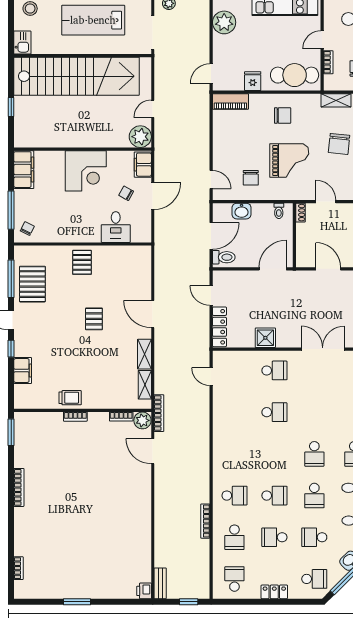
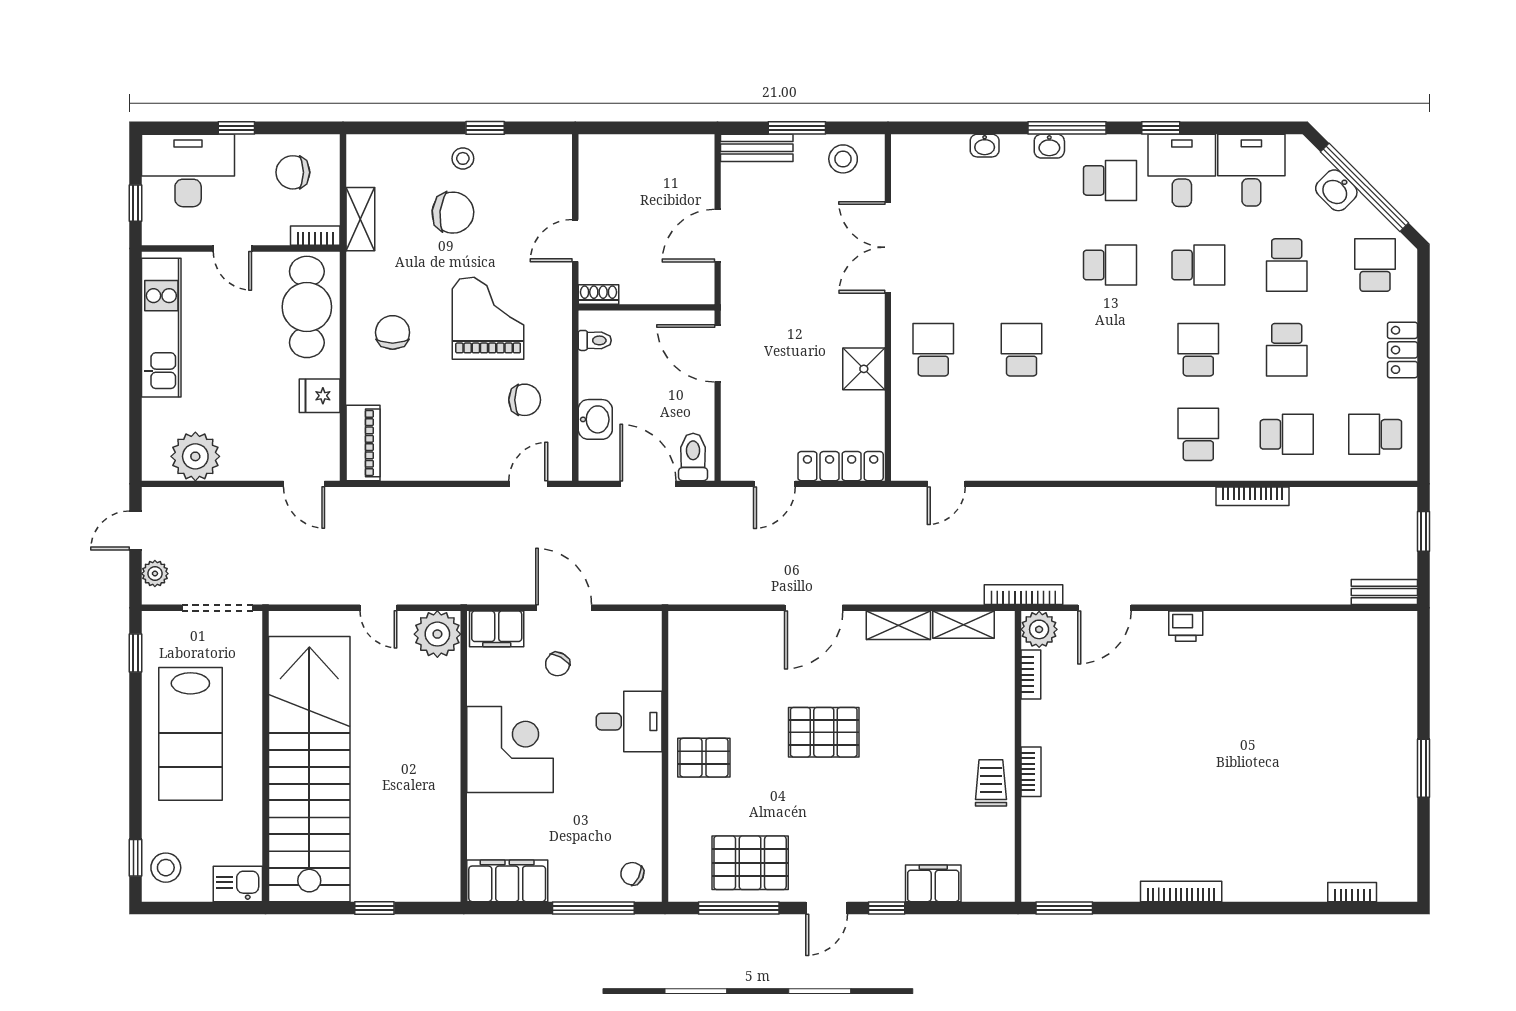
bookcase: (328, 62) -> (315, 236), moved
desk: (116, 227) -> (629, 722), moved
pallet: (94, 319) -> (824, 732), width x1.50, depth x1.42
printer: (144, 591) -> (1186, 626), moved

